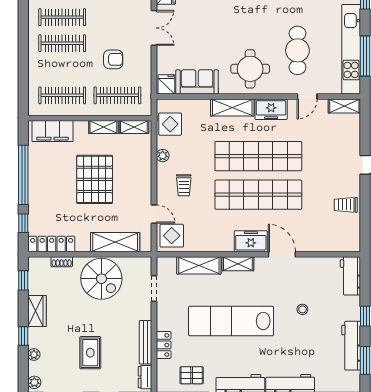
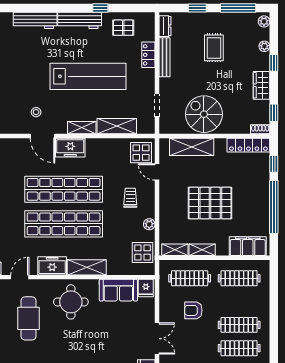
double door: (154, 28) -> (157, 339), swing flipped
pallet: (95, 179) -> (210, 203), turned 90
shoe rack: (62, 262) -> (260, 129), moved
stool: (302, 309) -> (36, 112), moved

